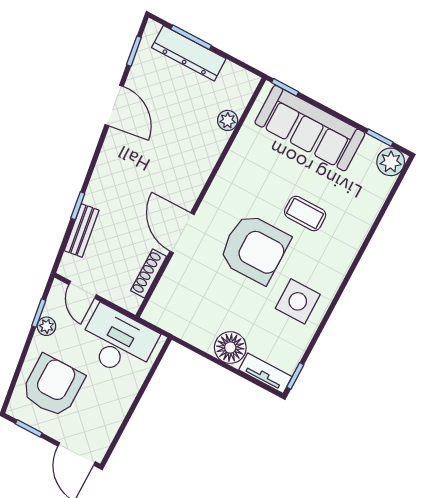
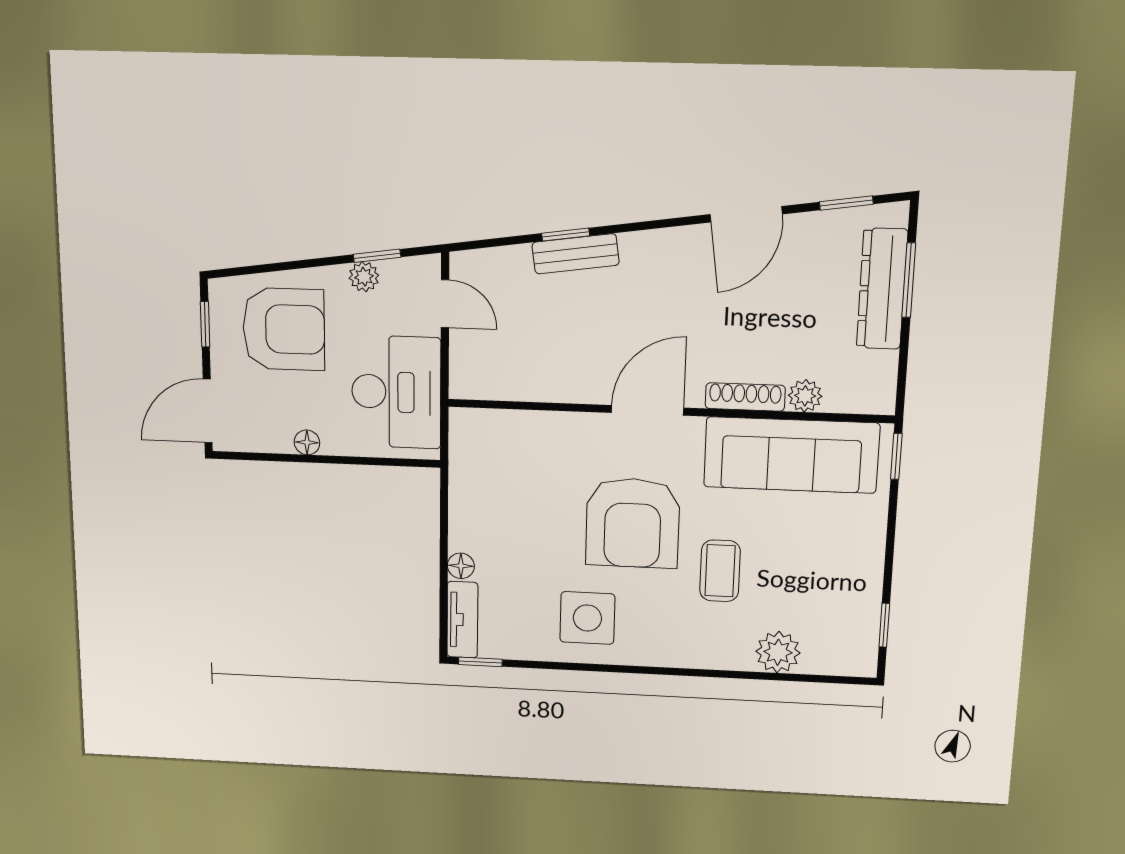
sofa: (310, 128) -> (791, 455), moved, turned -90
plant: (391, 162) -> (778, 652), moved
bench: (82, 230) -> (575, 254), moved
door: (182, 233) -> (648, 410), moved
shoe rack: (149, 273) -> (745, 397), moved
door: (83, 290) -> (445, 304), swing flipped
floor lamp: (230, 348) -> (461, 566), width x0.53, depth x0.53
floor lamp: (121, 407) -> (307, 442), added

